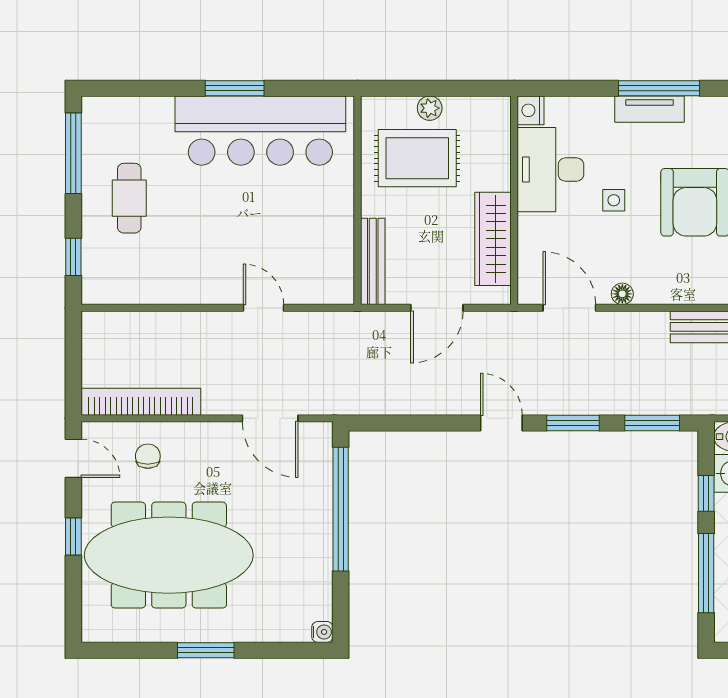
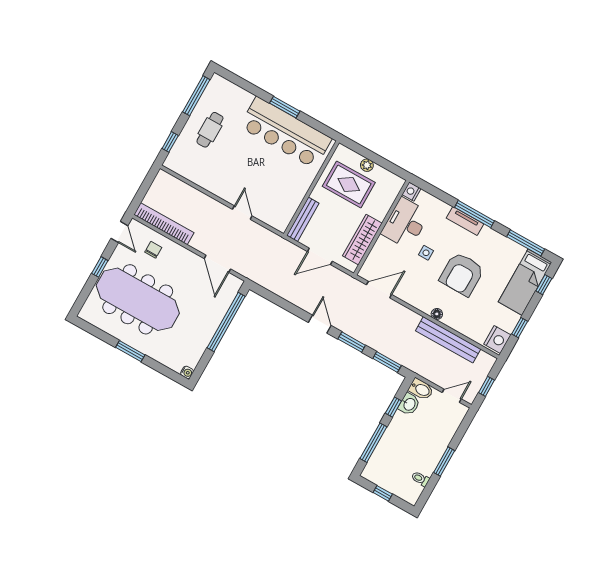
floor lamp: (622, 294) -> (437, 314), moved
door: (569, 308) -> (379, 290), hinge flipped

